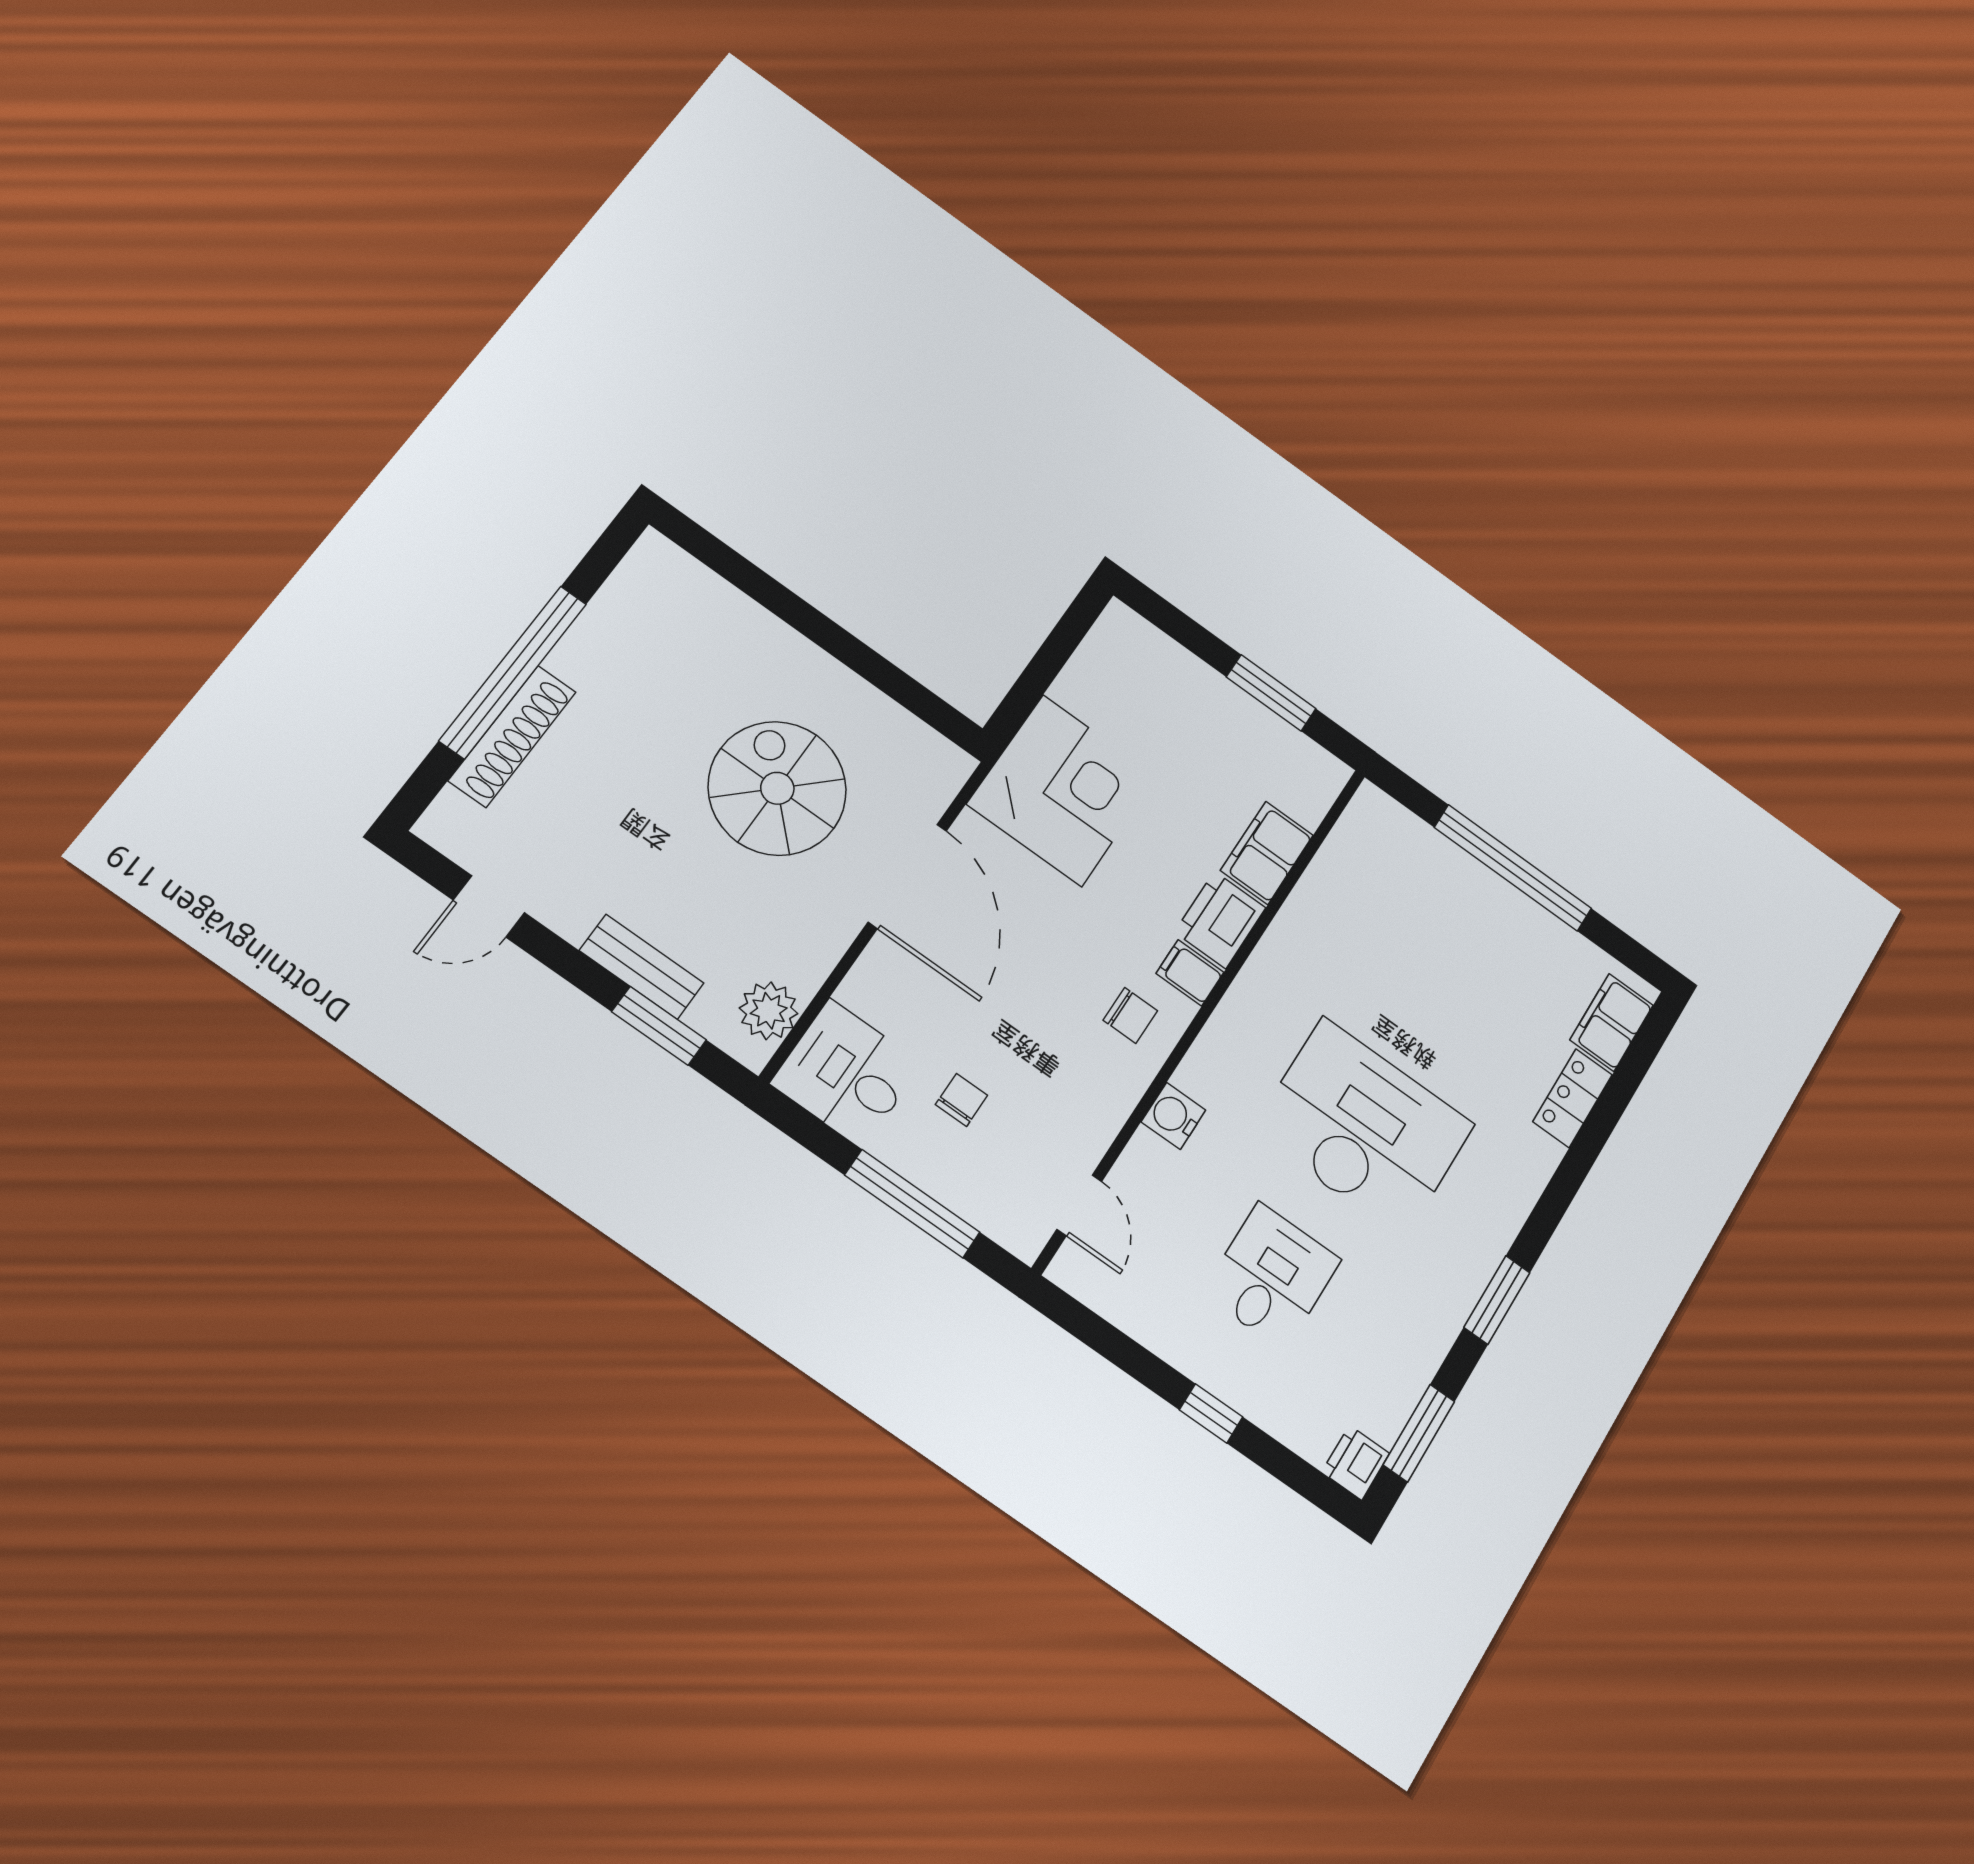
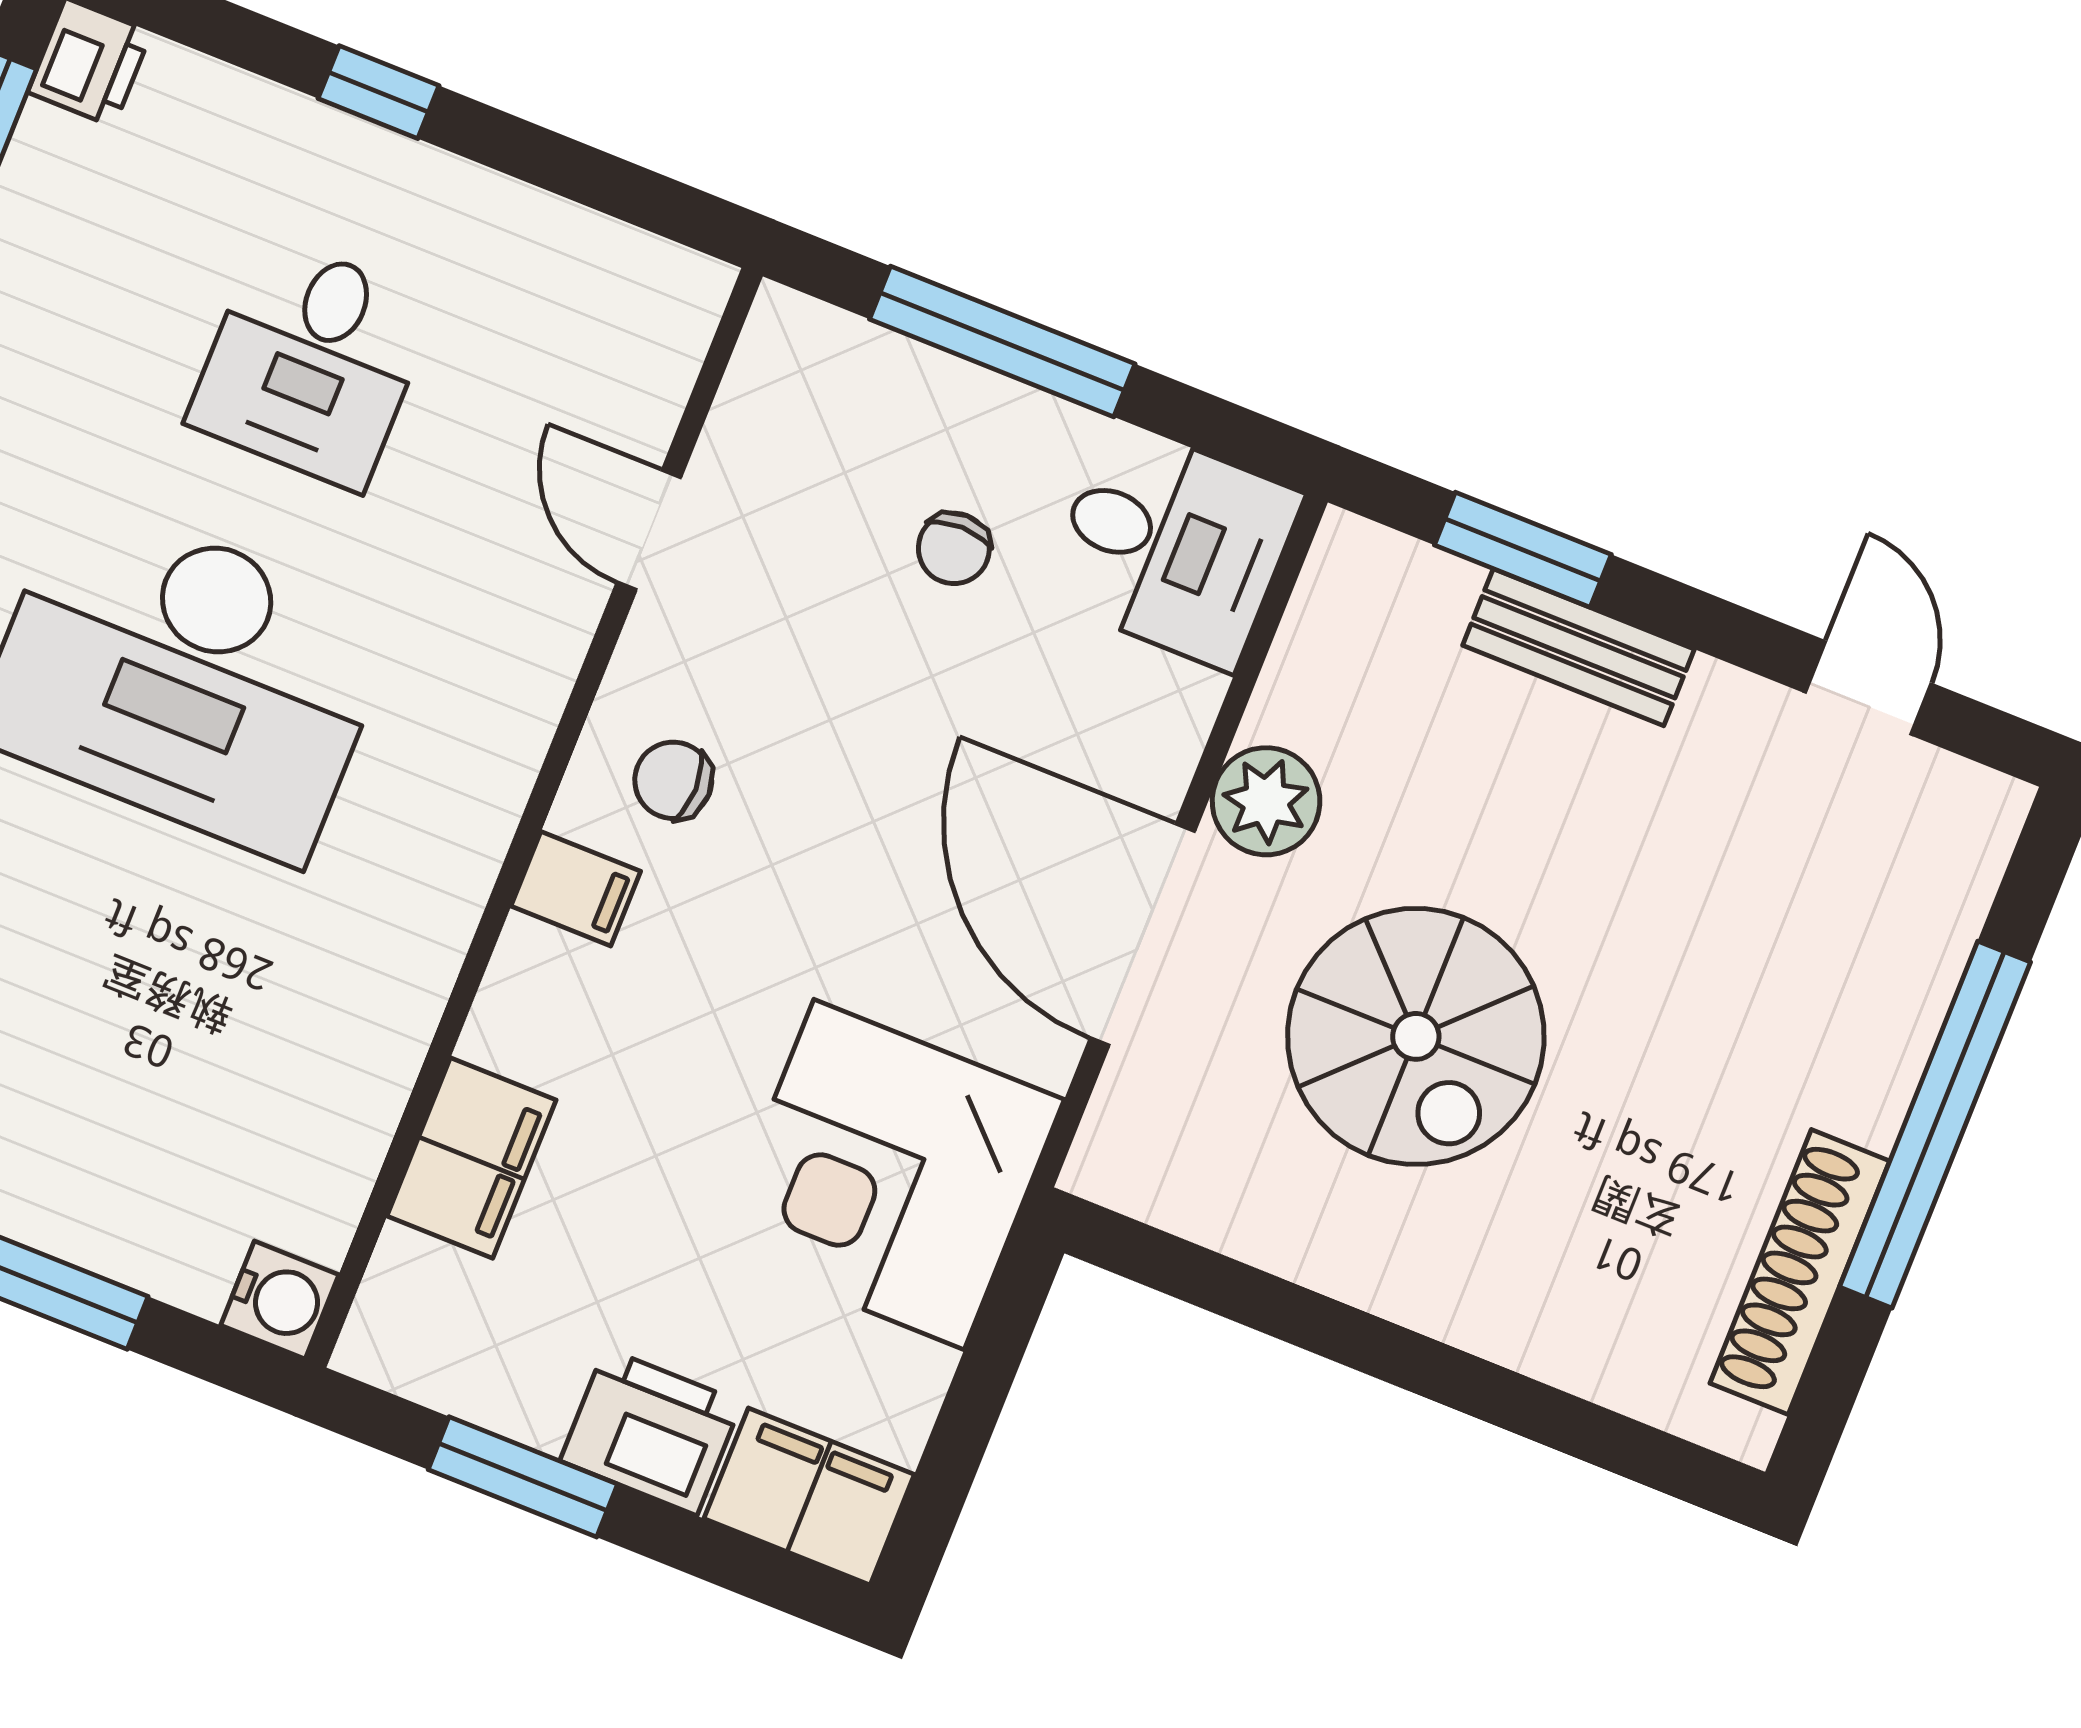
filing cabinet: (1134, 645) -> (809, 1496), added
shoe rack: (512, 736) -> (1800, 1272), moved
door: (489, 906) -> (1868, 688), hinge flipped
printer: (1220, 920) -> (651, 1432), moved, turned -90
plant: (769, 1011) -> (1266, 801), moved
water cooler: (1173, 1116) -> (280, 1300), moved
door: (1079, 1205) -> (649, 530), moved

